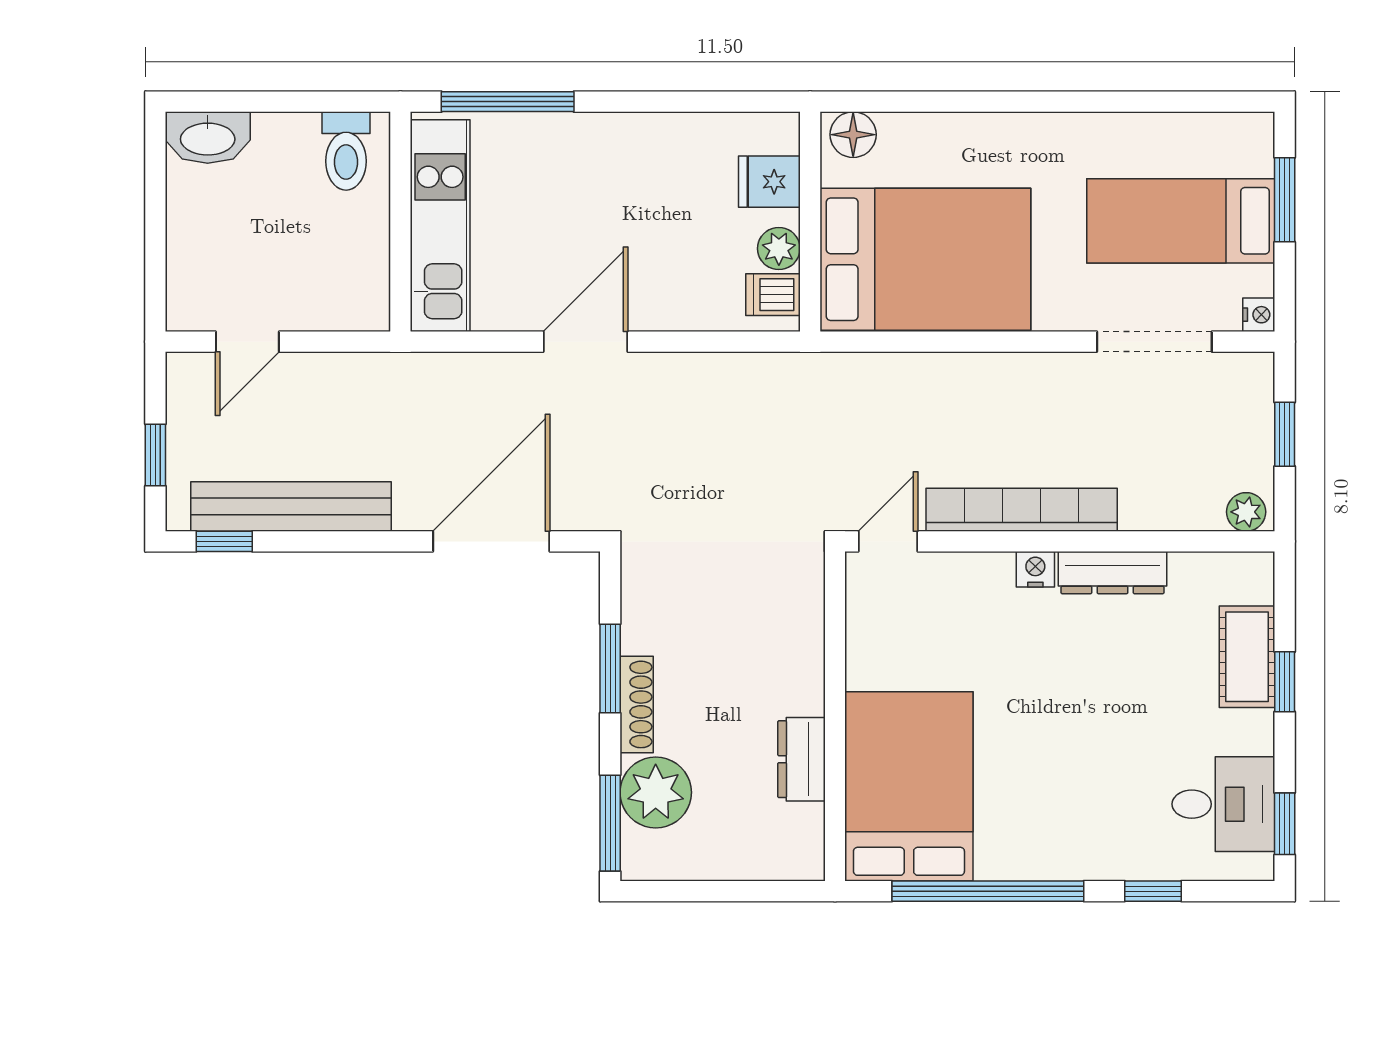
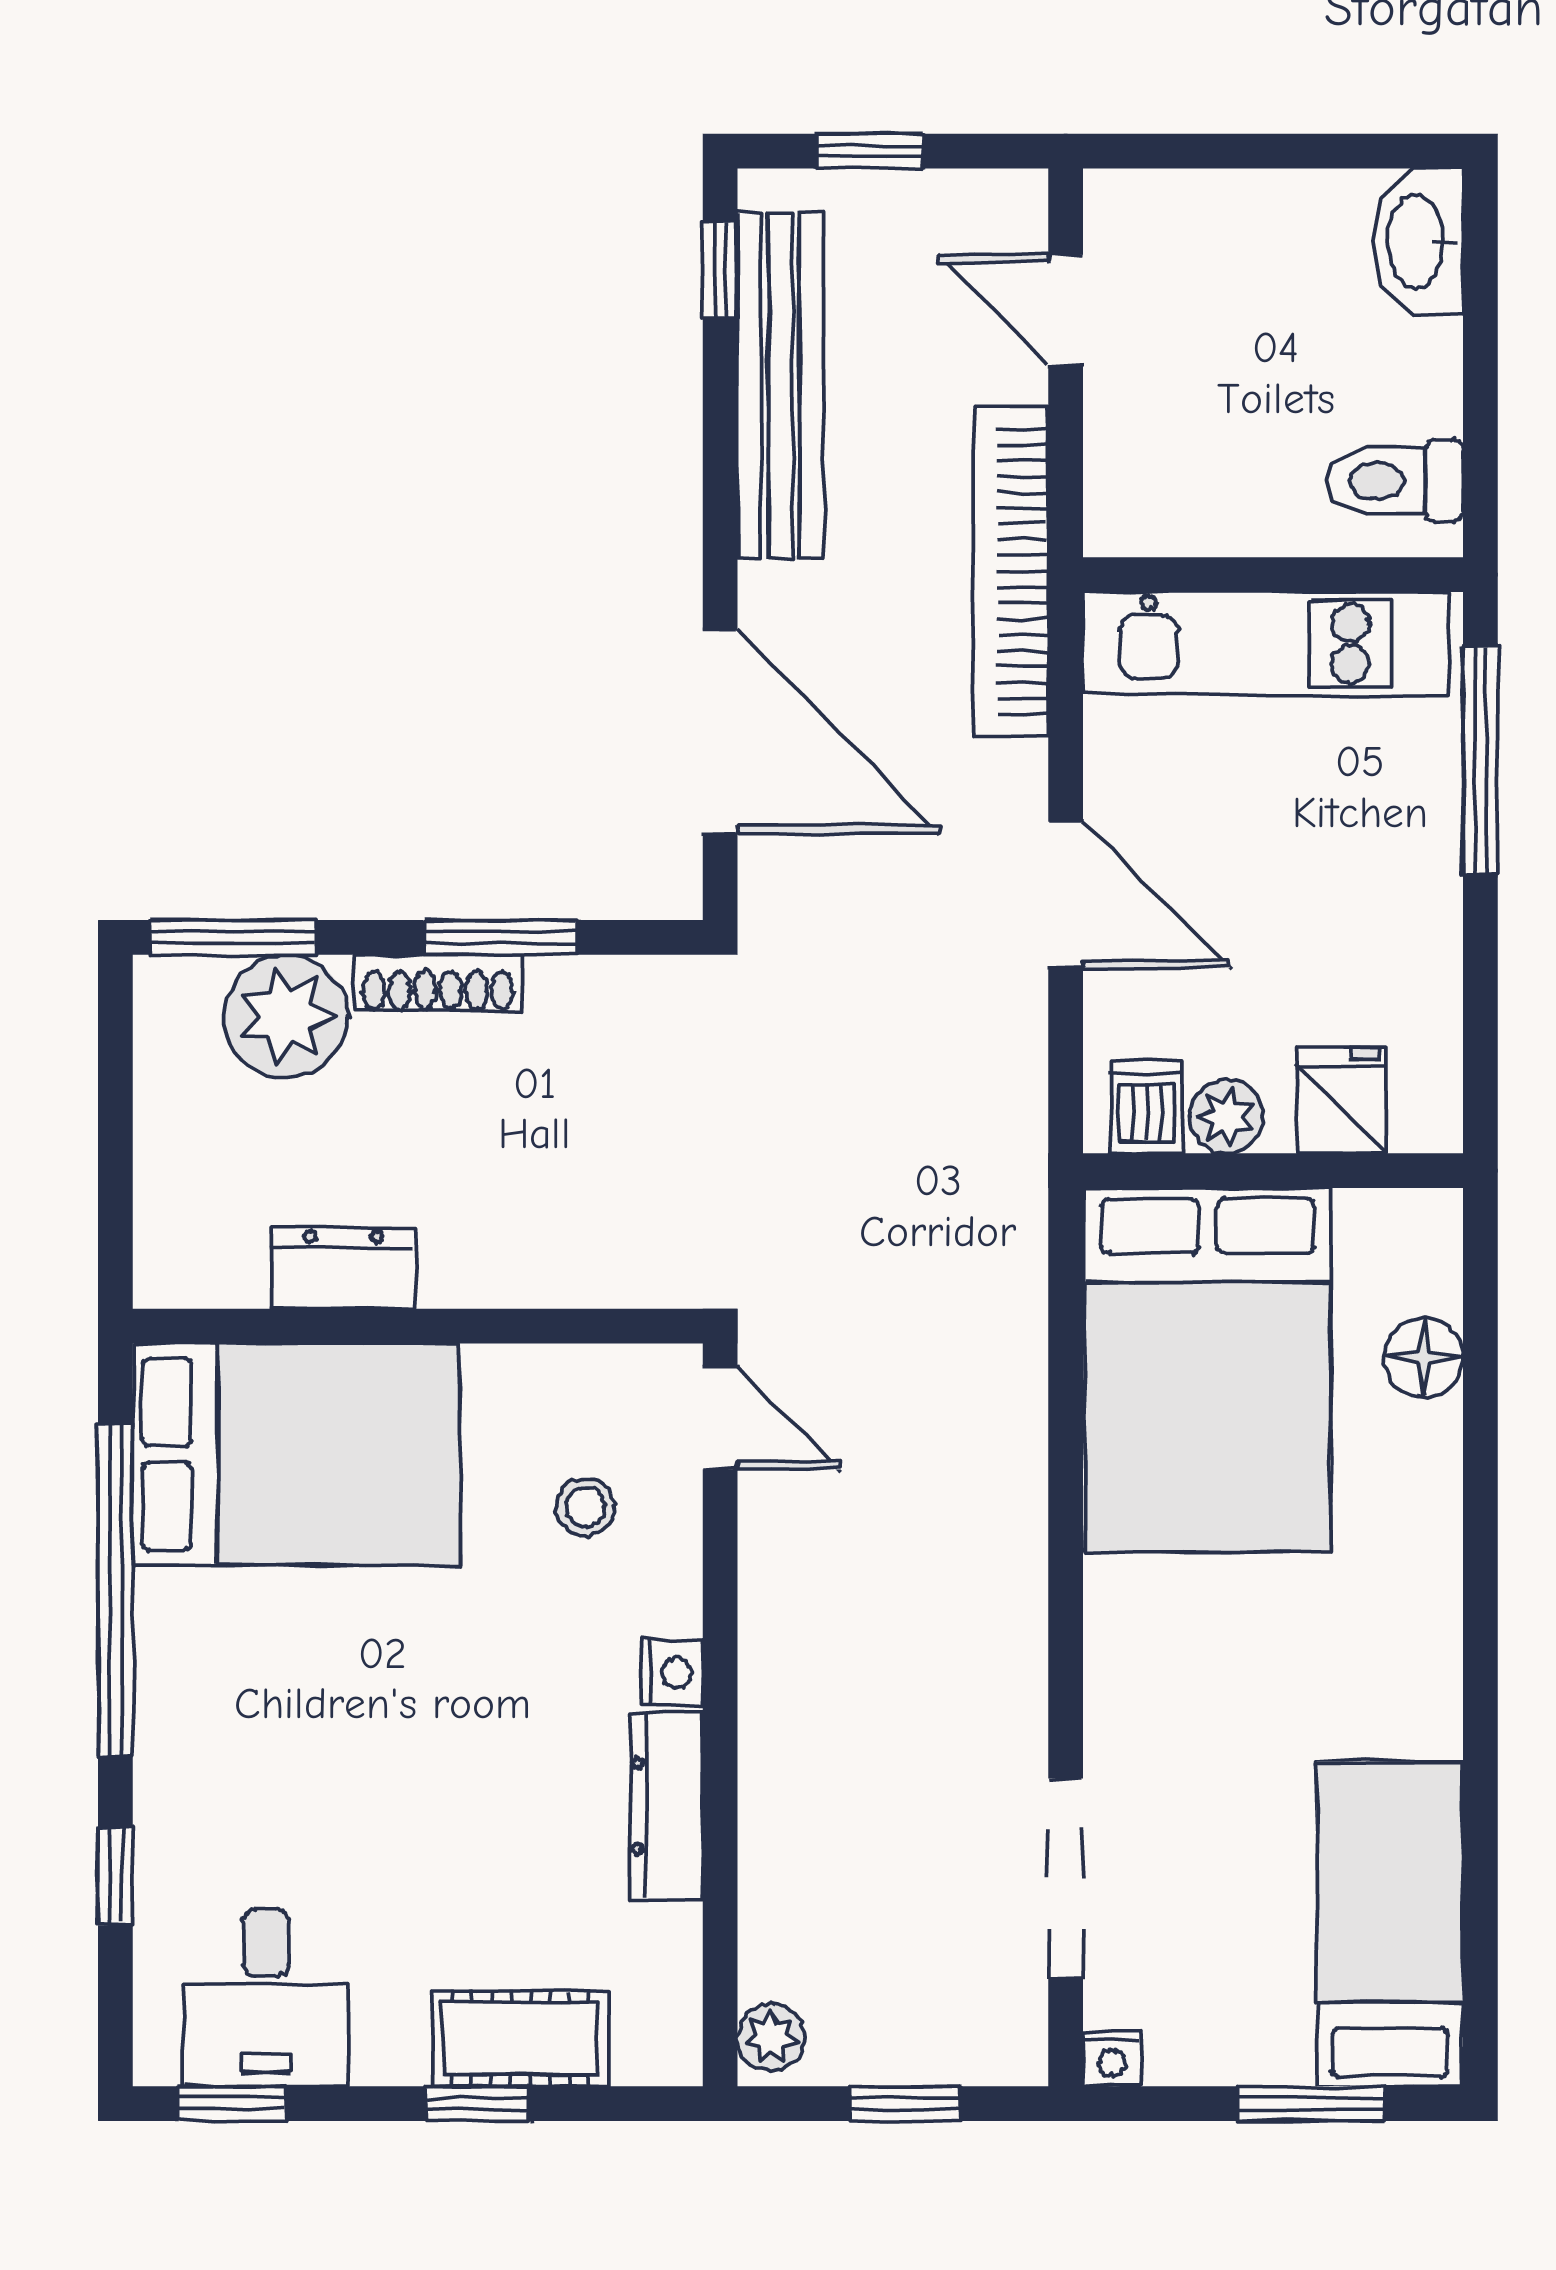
fridge: (769, 182) -> (1342, 1100), moved
bed: (1181, 221) -> (1390, 1924), moved
wall: (810, 222) -> (1273, 1171), moved
plant: (779, 249) -> (1226, 1117), moved
bed: (925, 259) -> (1208, 1370), moved
dishwasher: (773, 295) -> (1147, 1107), moved
bookcase: (1022, 510) -> (1011, 571), moved, turned 180
stool: (939, 619) -> (585, 1507), added

